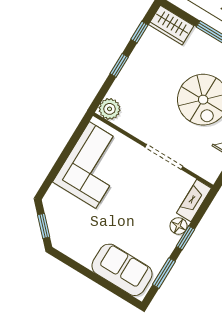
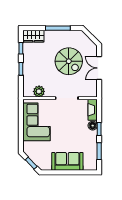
plant: (110, 109) -> (39, 91), moved
sofa: (122, 270) -> (67, 161), moved

